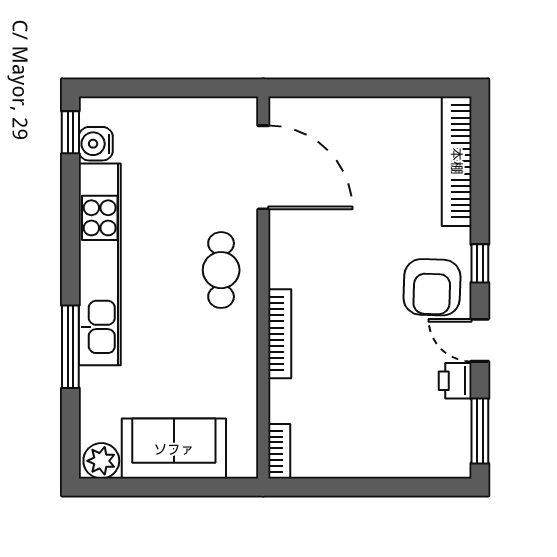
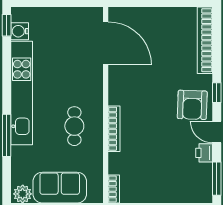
cafe table: (221, 270) -> (74, 126), moved

